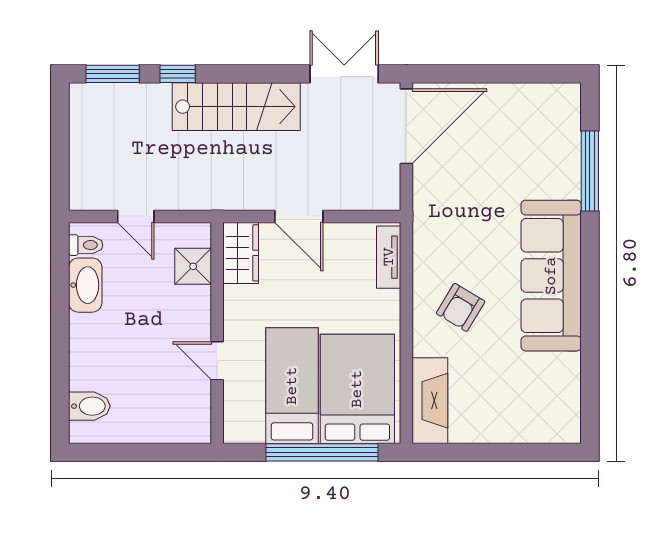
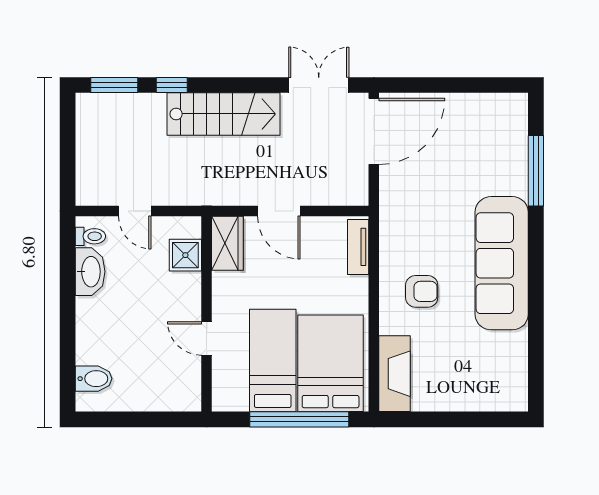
armchair: (461, 307) -> (422, 291), turned -121

